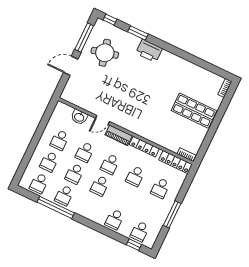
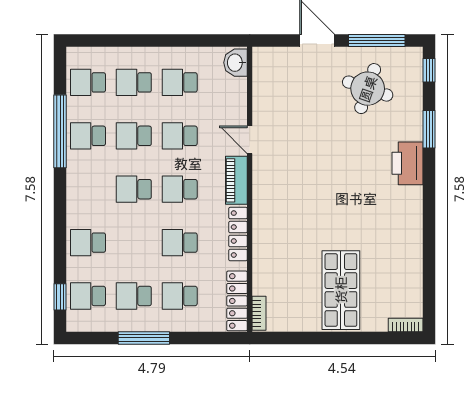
round table: (105, 53) -> (368, 89), turned 33
washbasin: (79, 117) -> (236, 63), moved
school desk: (150, 210) -> (134, 296), added

